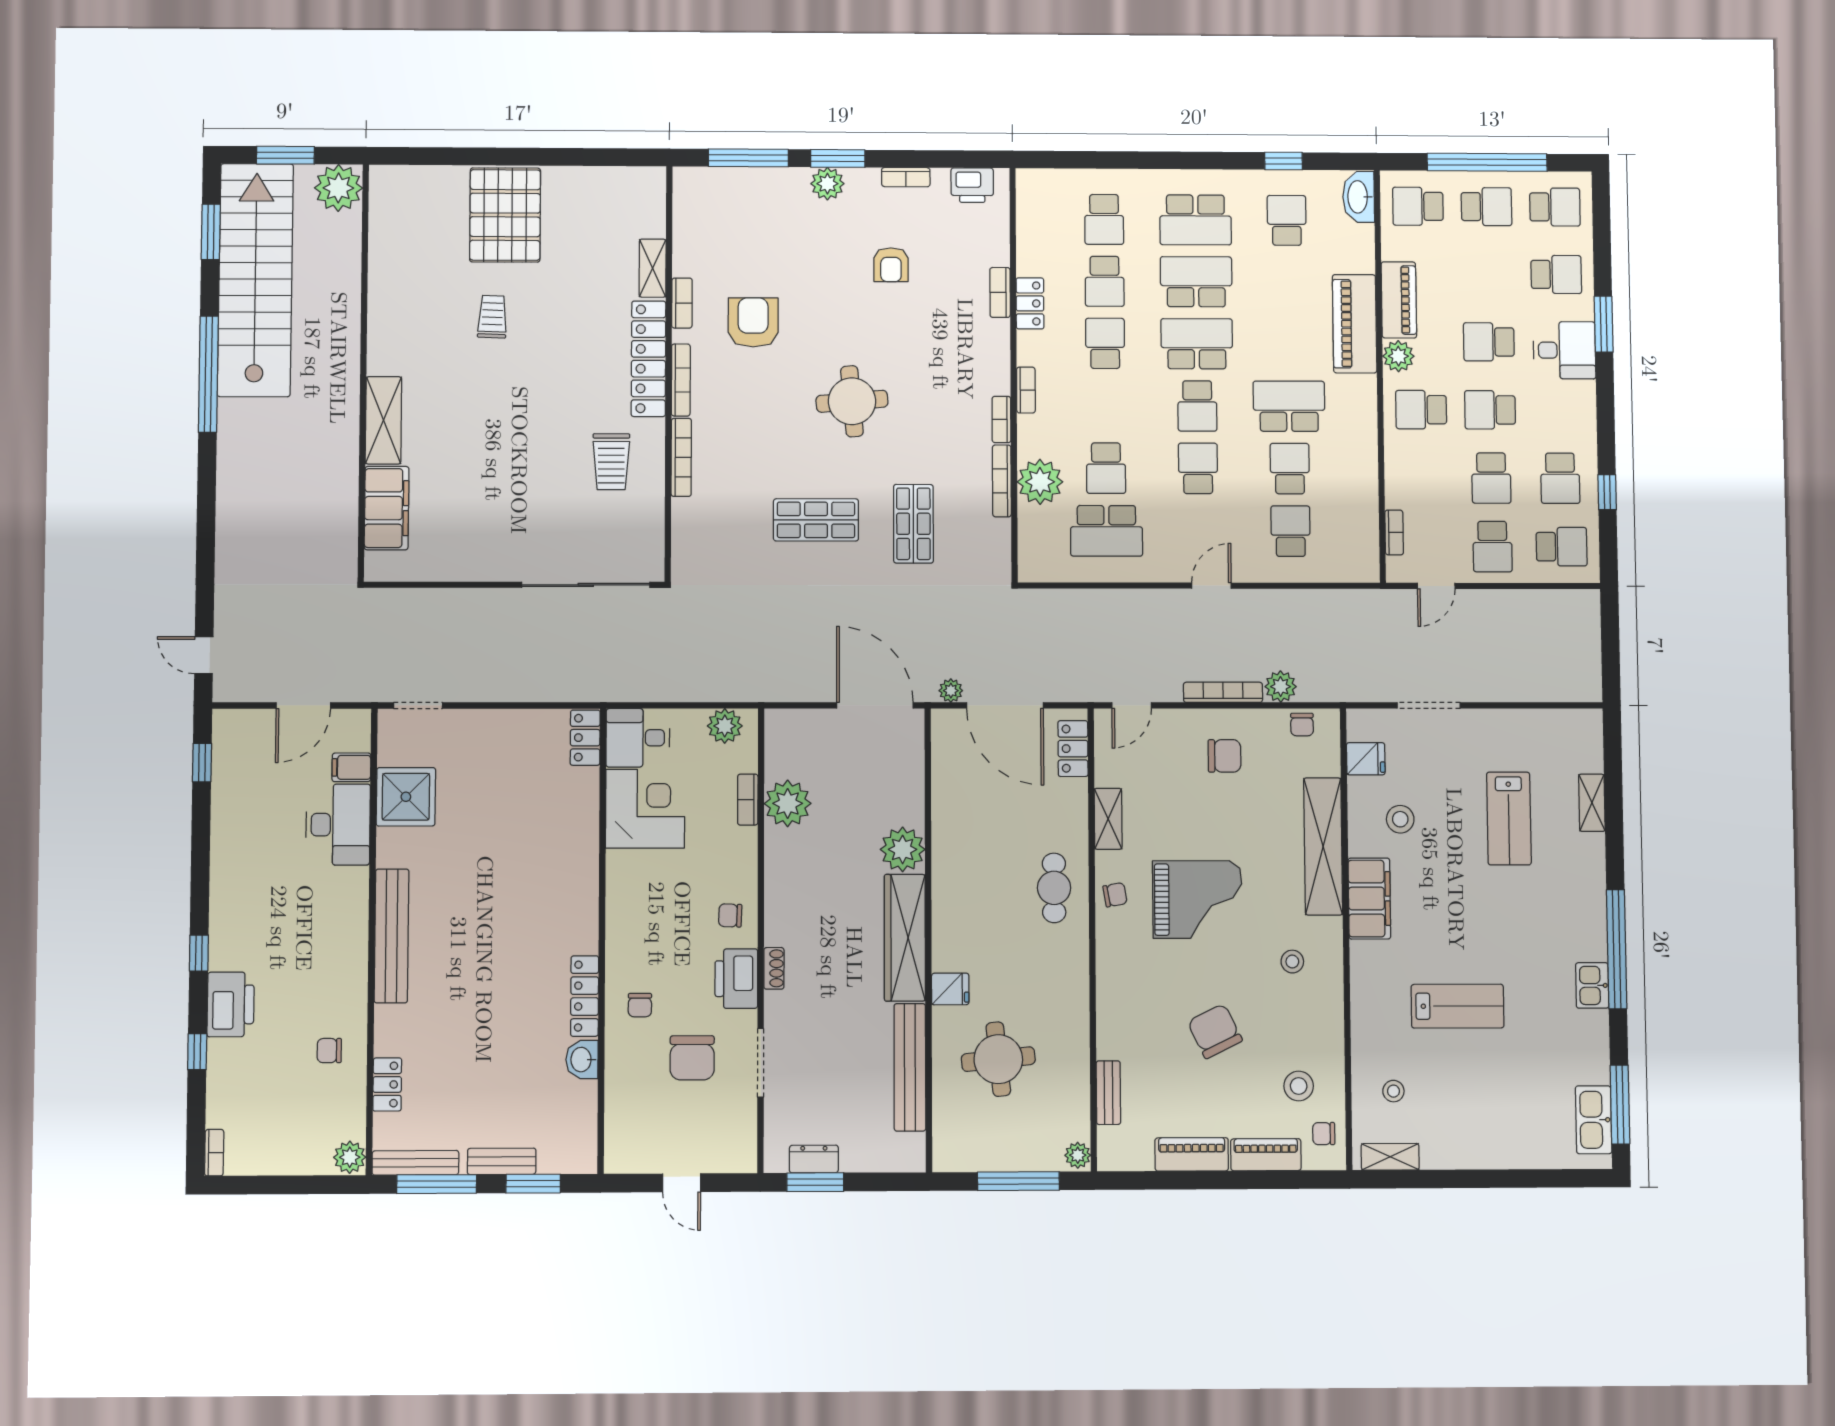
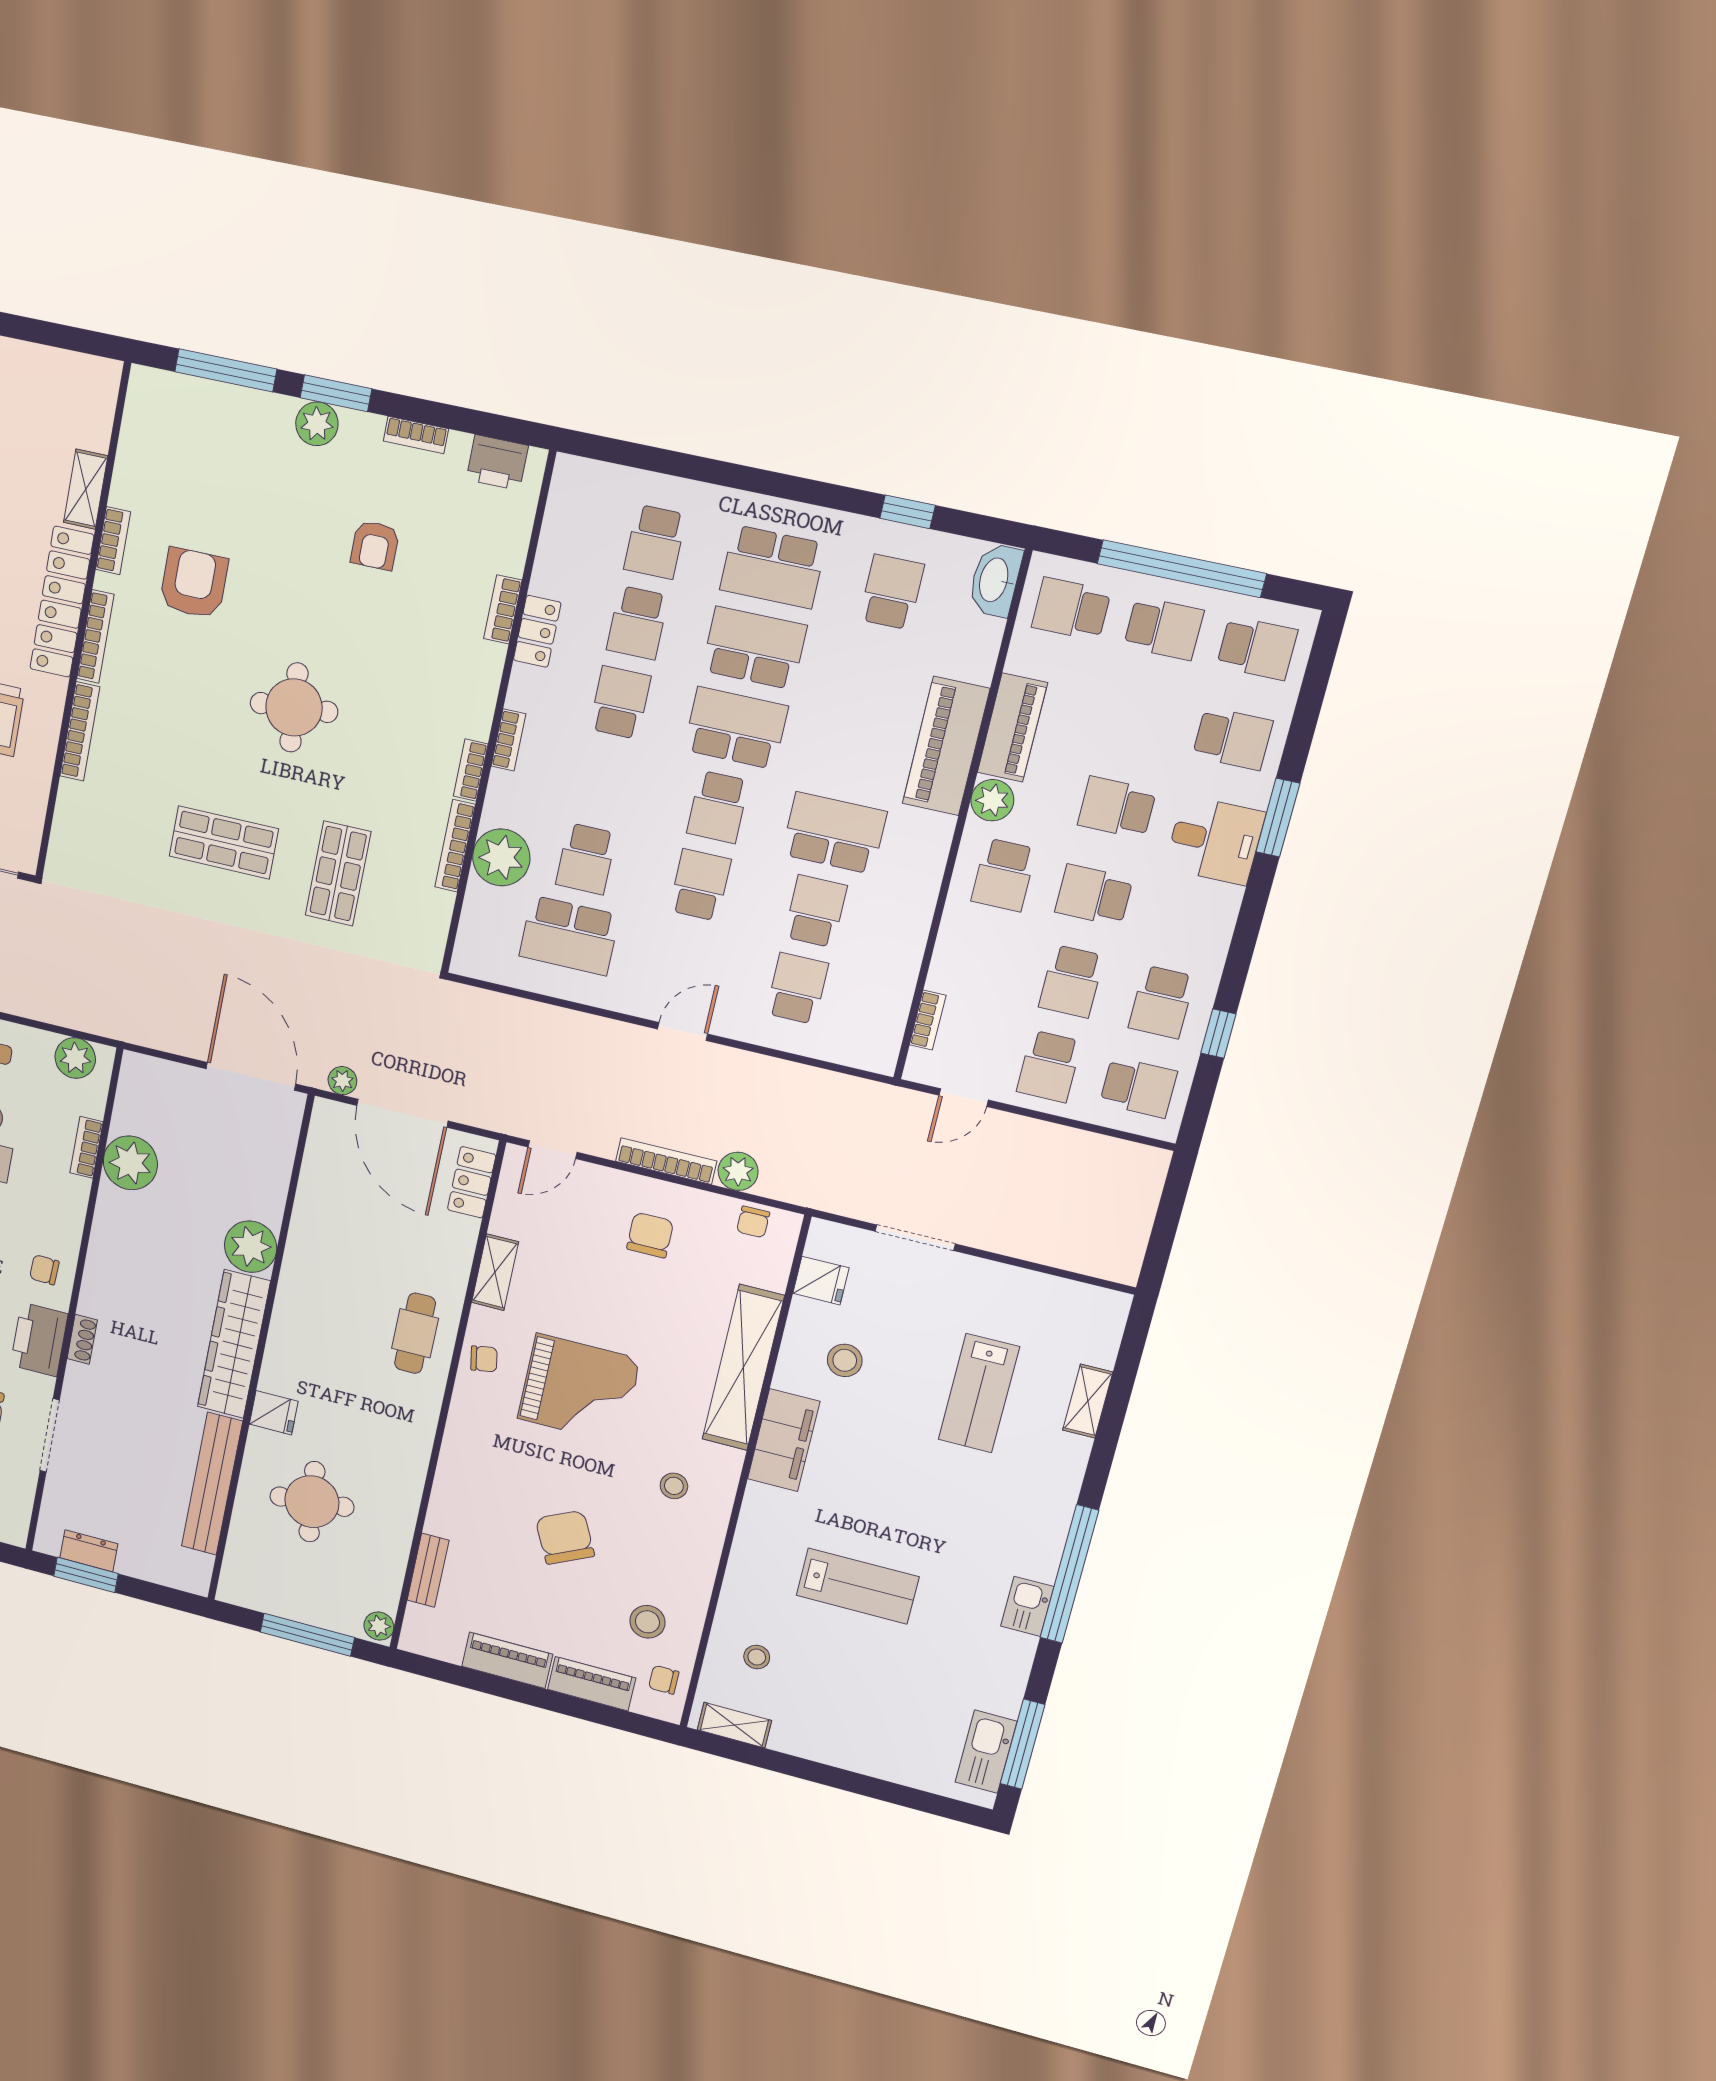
school desk: (1421, 410) -> (1004, 875), turned -90
chair: (1224, 756) -> (650, 1235), turned -90

